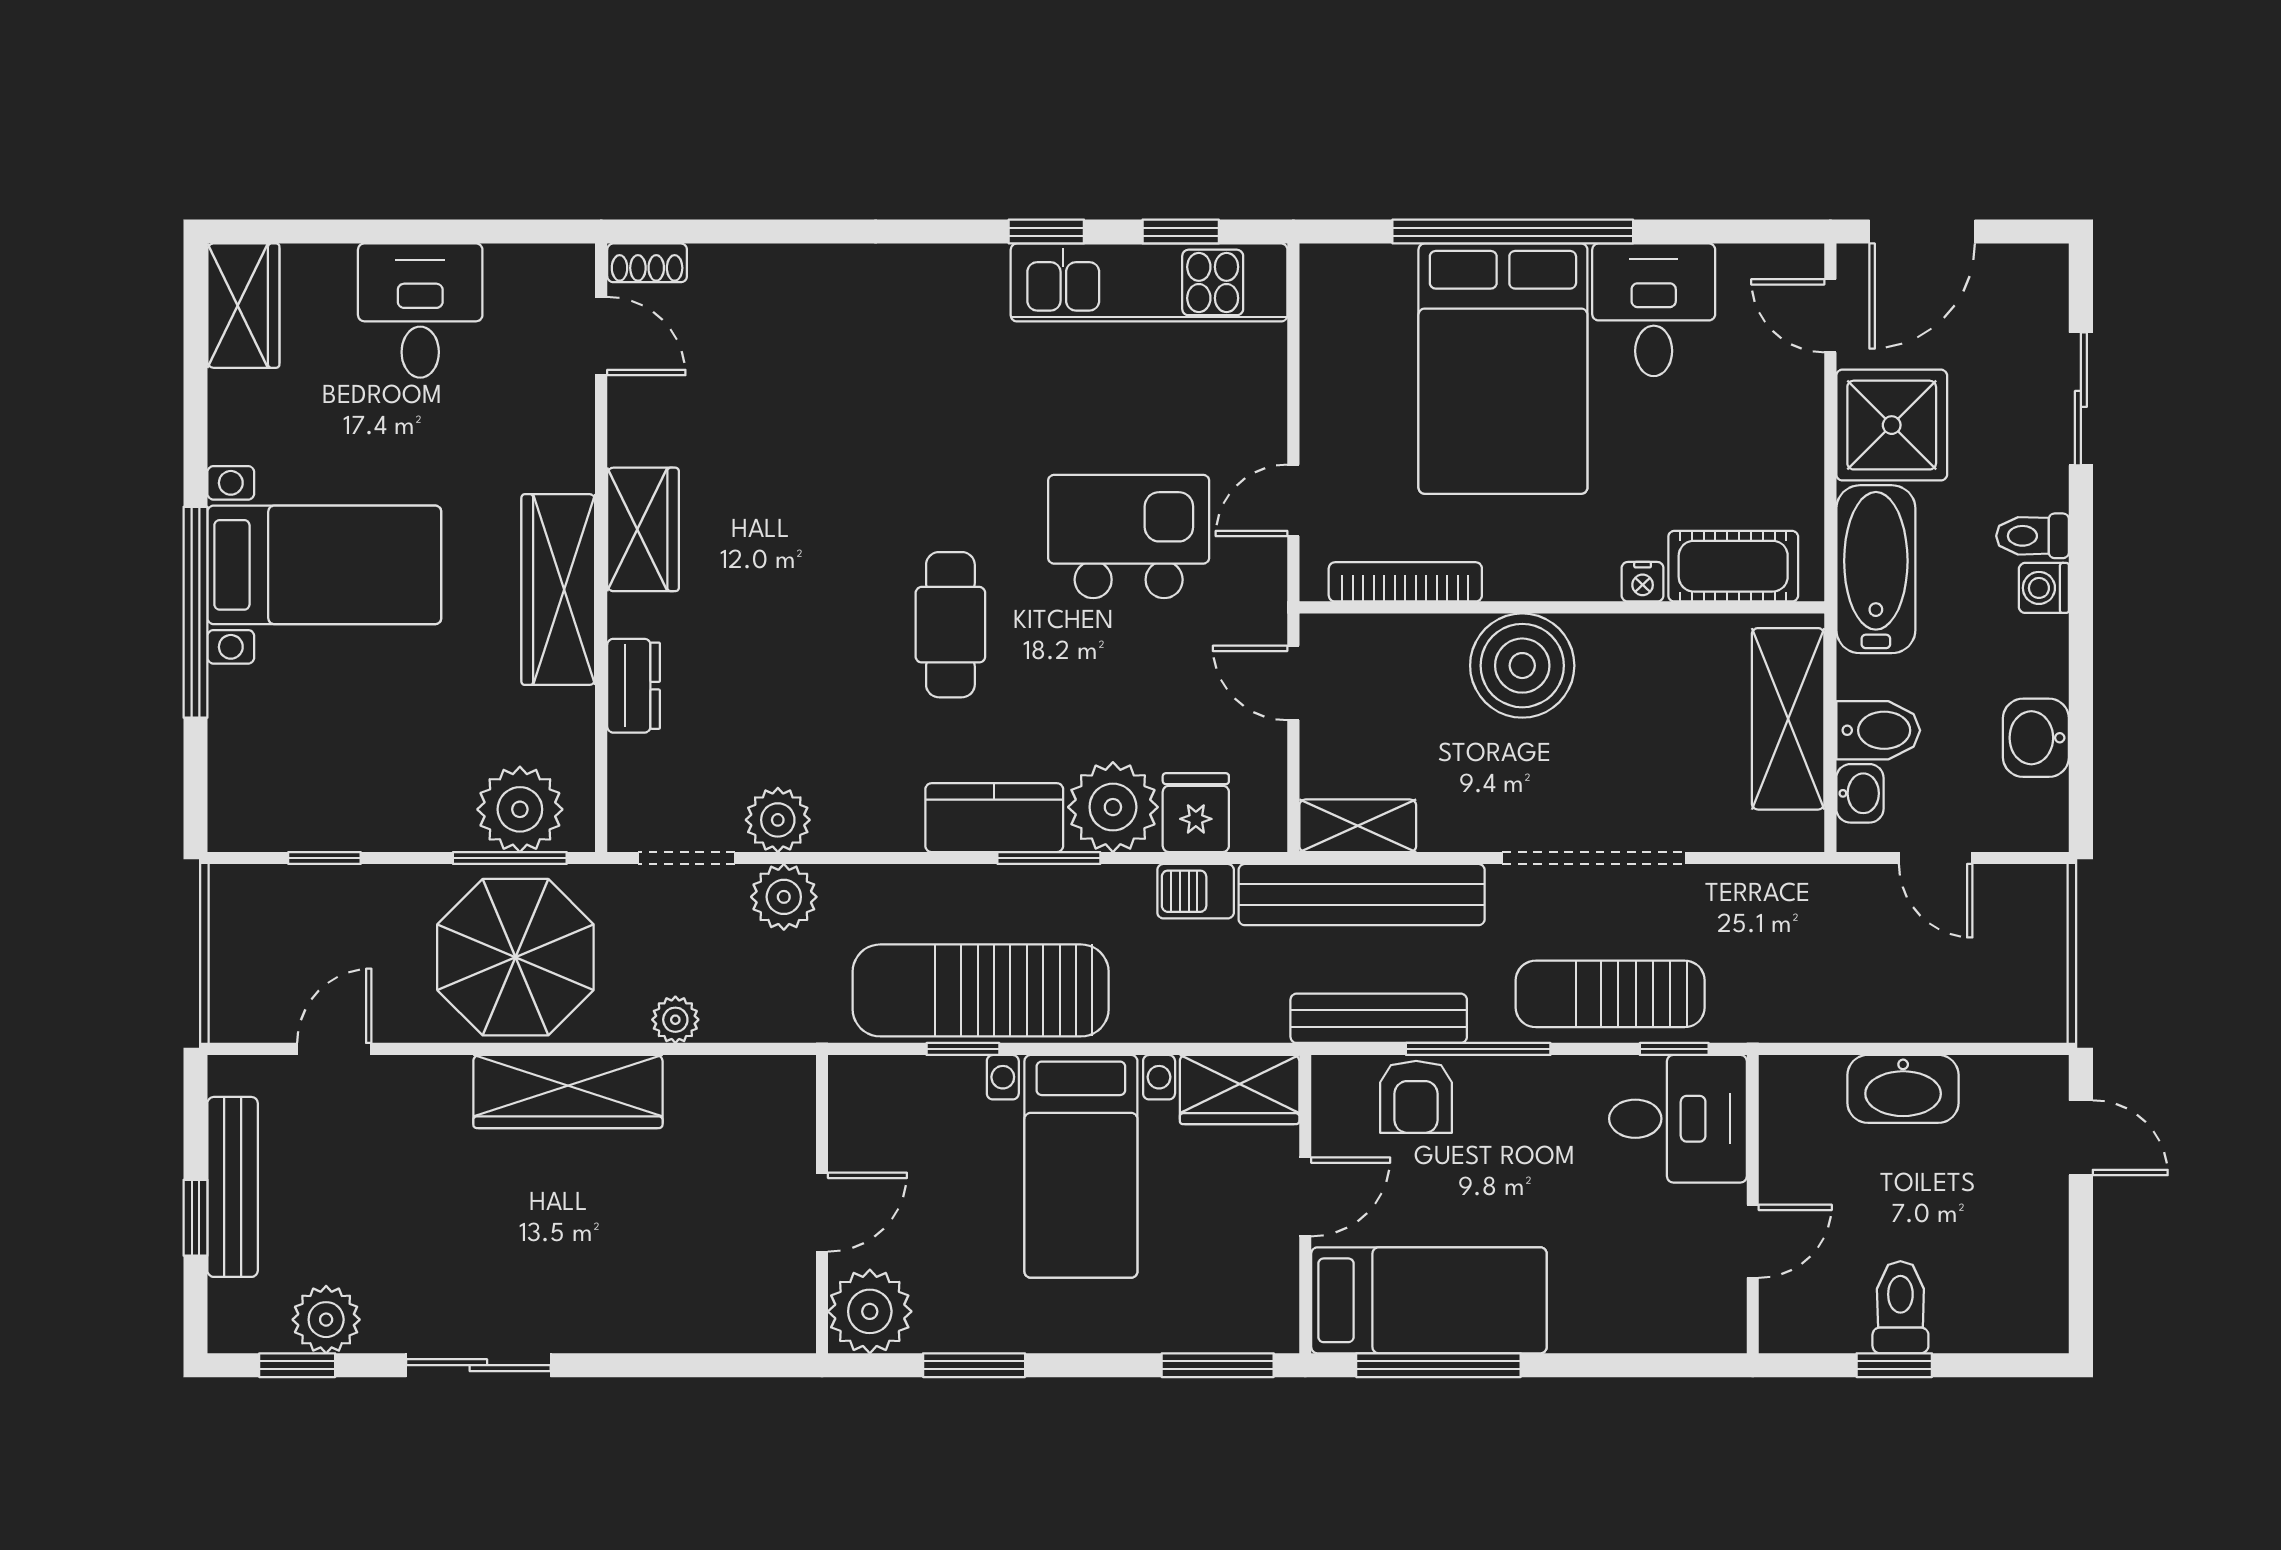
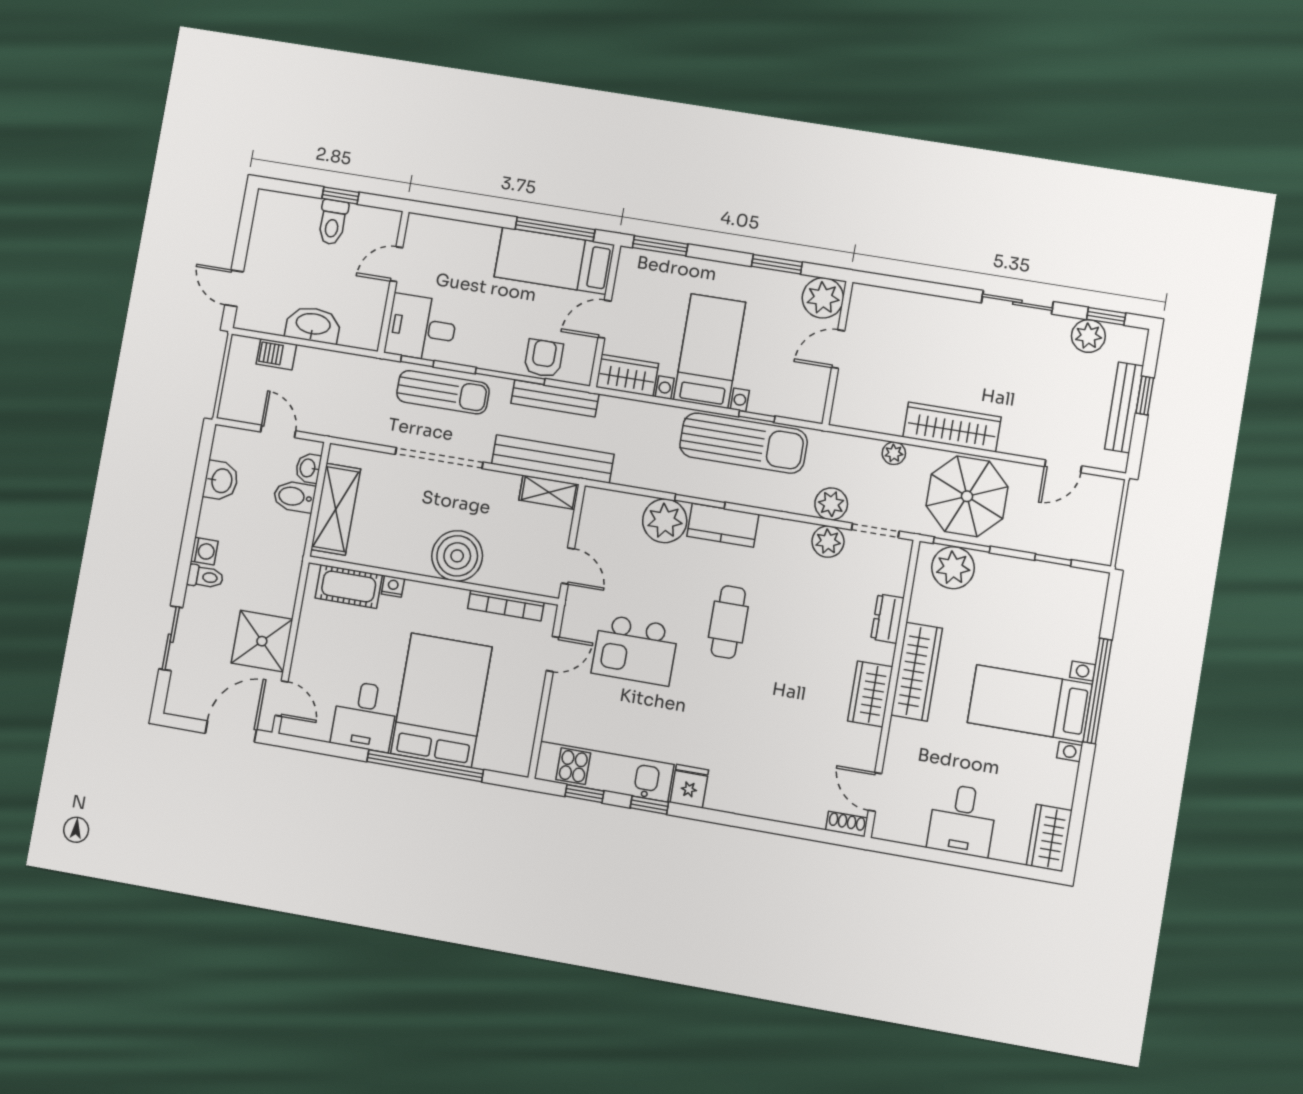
bathtub: (1876, 569) -> (282, 574), removed
fridge: (1196, 813) -> (689, 786), moved, turned 180
barbecue: (1196, 891) -> (276, 354), moved, turned 180

